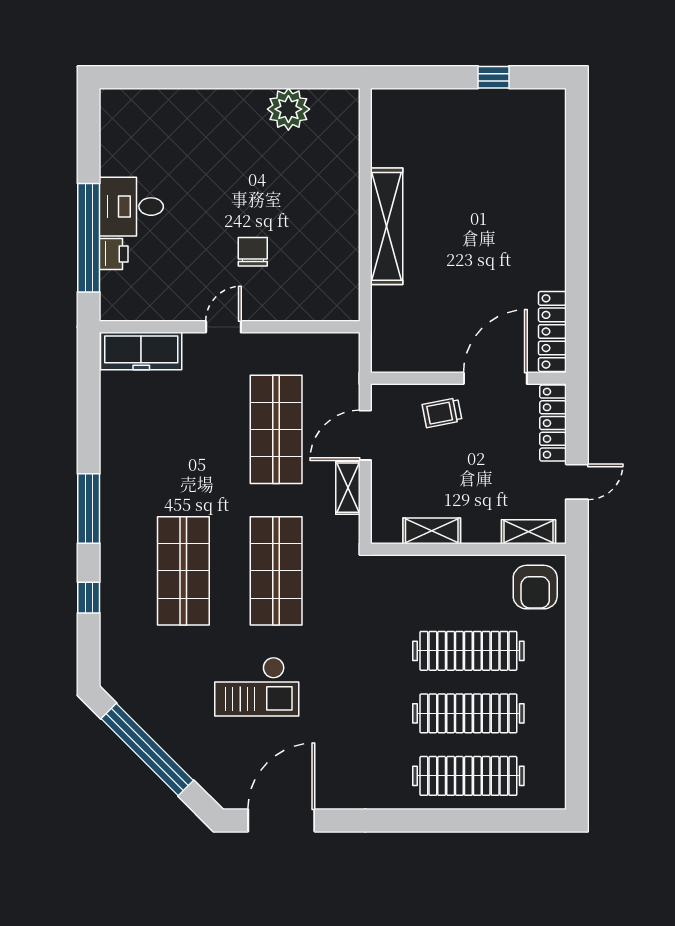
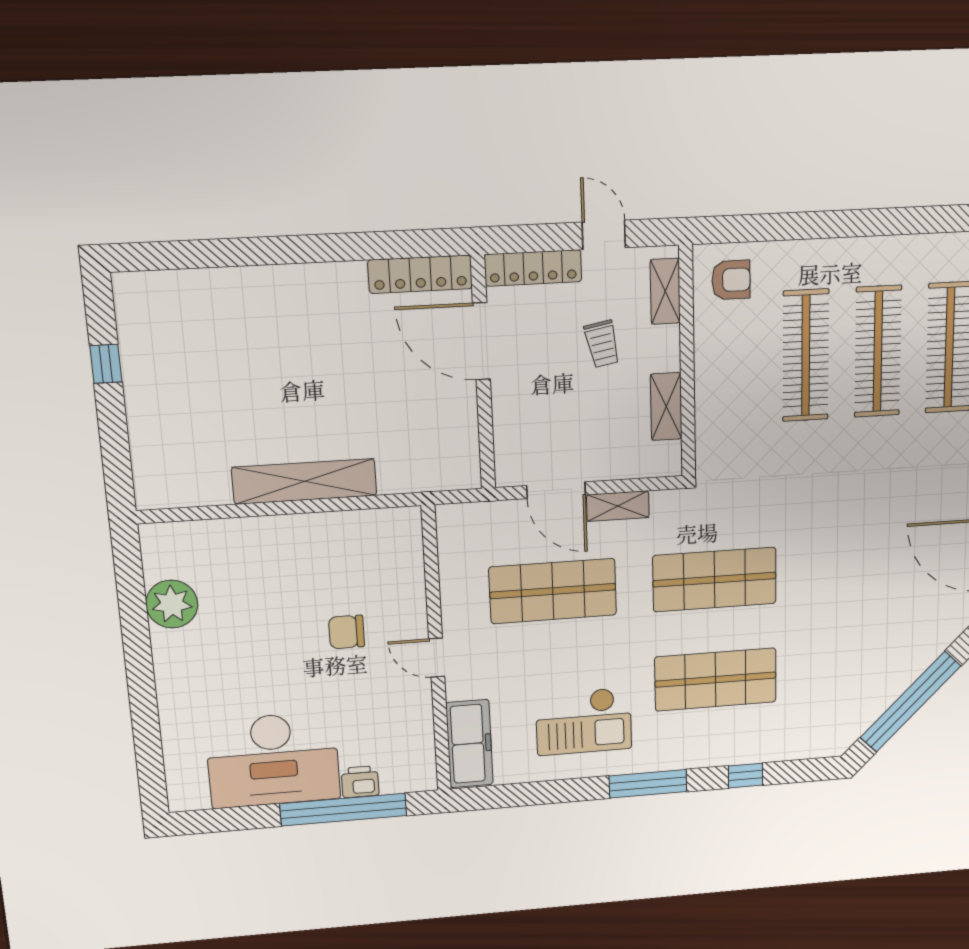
desk: (131, 207) -> (273, 760), width x1.87, depth x1.30
trolley: (442, 413) -> (602, 344), moved
armchair: (535, 587) -> (731, 280), width x0.72, depth x0.72
checkout: (257, 687) -> (584, 721), moved, turned 90

